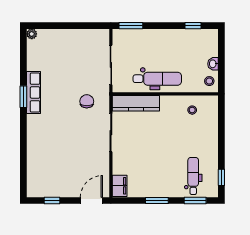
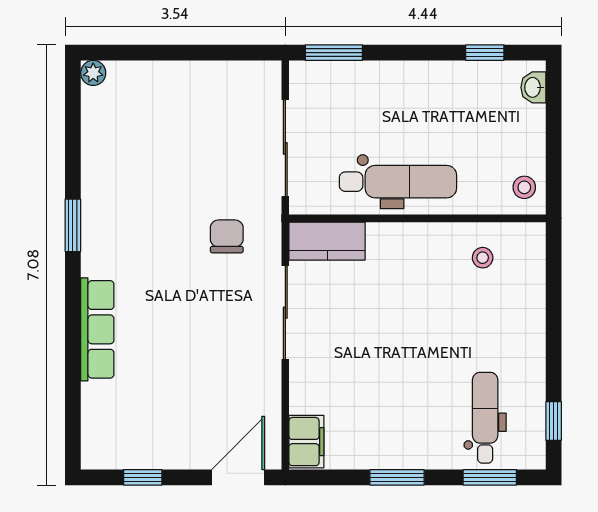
washbasin: (213, 64) -> (533, 87), moved
row of seats: (33, 92) -> (97, 329), moved
kitchen counter: (136, 103) -> (327, 241), width x0.67

